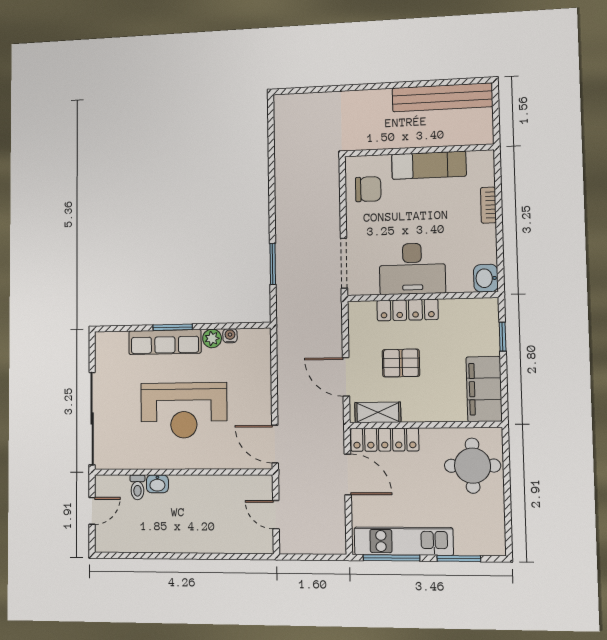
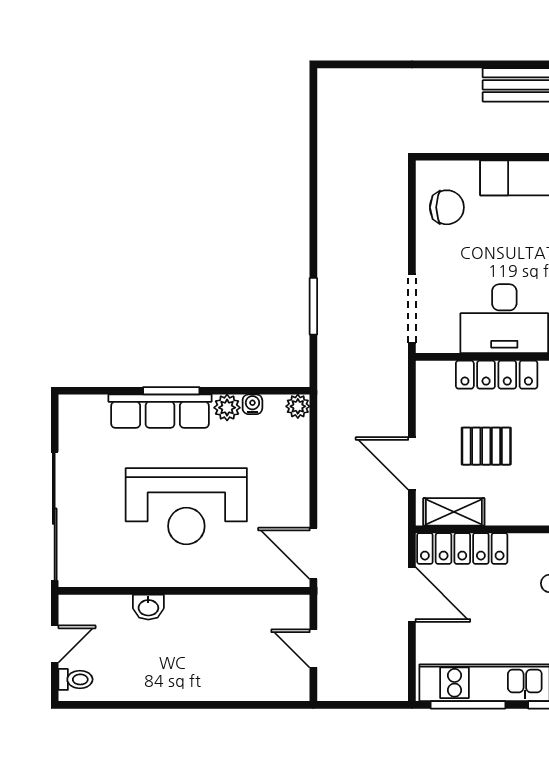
plant: (262, 336) -> (298, 406), added
toilet: (137, 487) -> (75, 679), moved, turned -90

